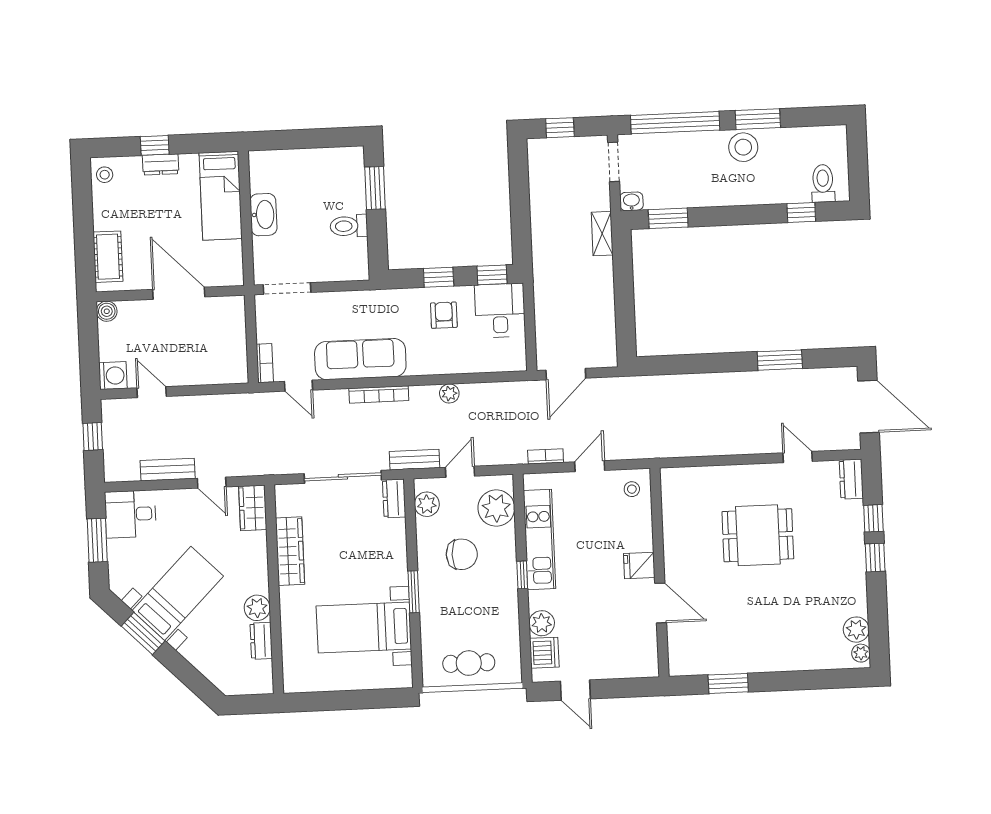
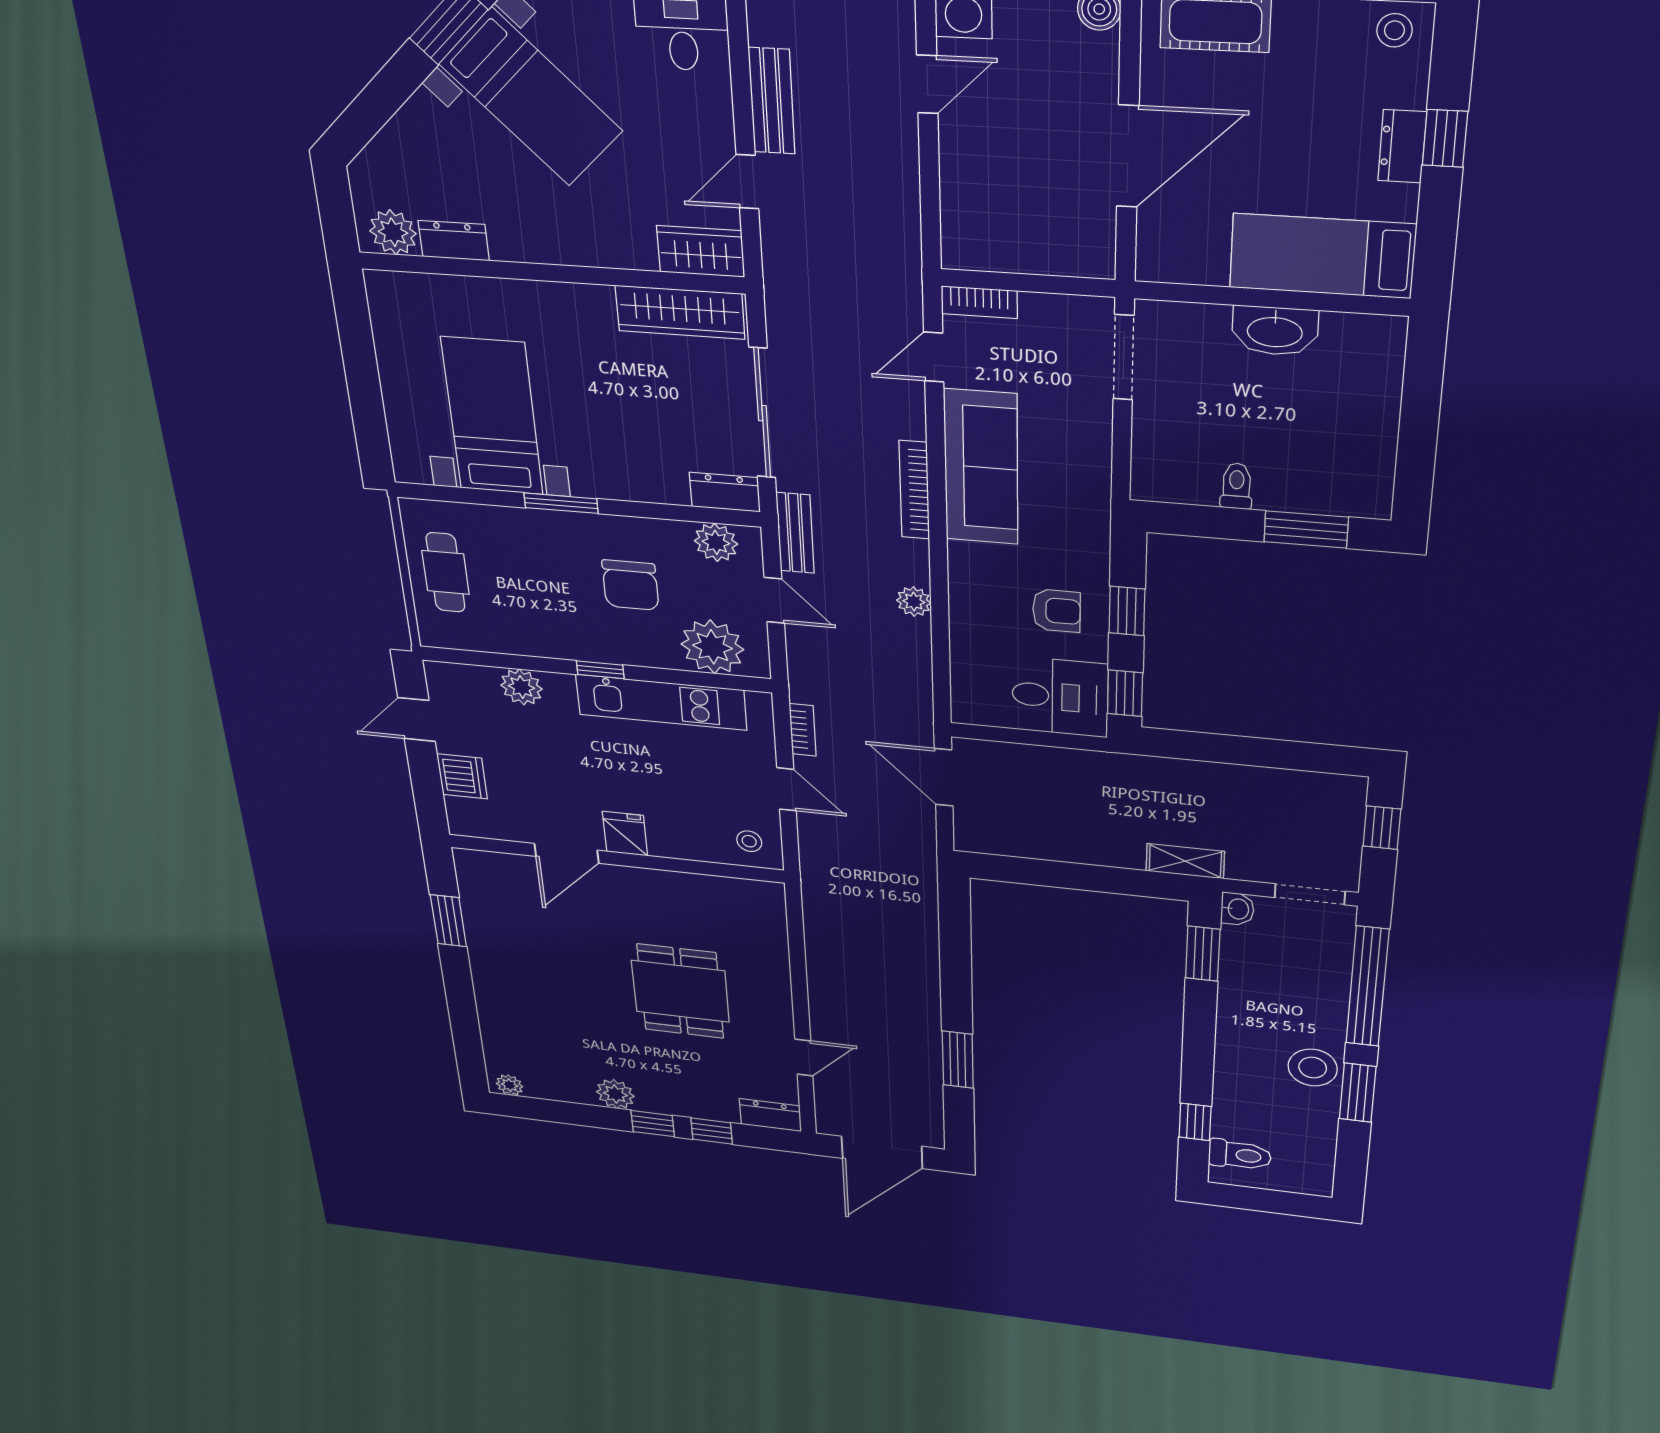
toilet: (349, 226) -> (1236, 486), width x0.73, depth x0.72
wardrobe: (290, 551) -> (680, 312), moved
plant: (257, 608) -> (393, 232), moved
plant: (856, 630) -> (615, 1094), moved
dishwasher: (544, 653) -> (462, 776), moved, turned -90

